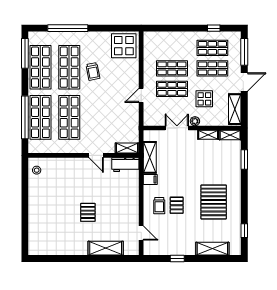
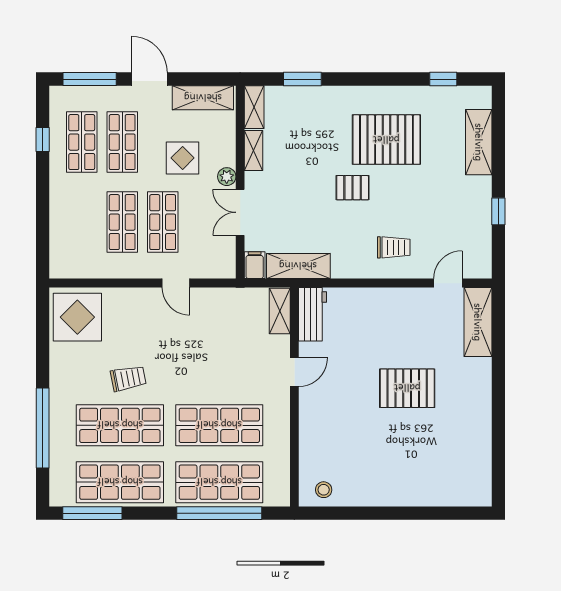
filing cabinet: (150, 179) -> (255, 265), moved
pallet: (177, 205) -> (353, 188), moved
pallet: (88, 212) -> (407, 388), width x1.50, depth x1.42
shelving: (106, 248) -> (478, 322), moved

